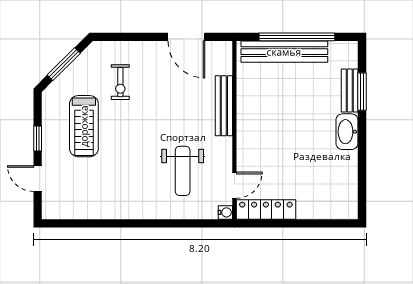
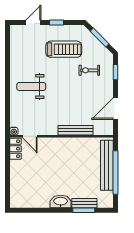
window: (123, 37) -> (115, 72), added
treadmill: (84, 126) -> (64, 49), turned 180
weight bench: (183, 171) -> (31, 87), moved
locker: (266, 209) -> (15, 149), width x0.66

